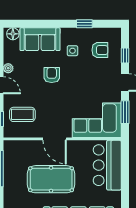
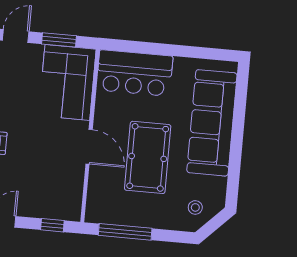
coffee table: (22, 114) -> (49, 191), removed
door: (55, 139) -> (89, 147), hinge flipped

